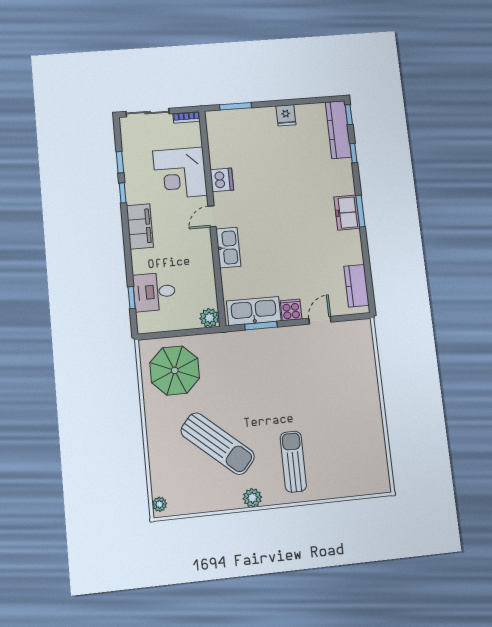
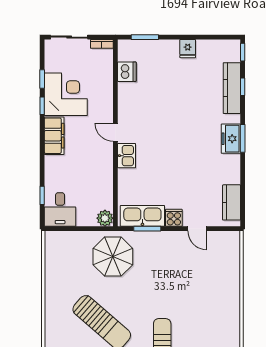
kitchen counter: (338, 130) -> (232, 88), moved
corner desk: (180, 173) -> (66, 94), moved, turned 180
dishwasher: (222, 180) -> (127, 72), moved
door: (212, 216) -> (115, 132), hinge flipped
kitchen sink: (228, 248) -> (127, 156), width x0.73
desk: (154, 292) -> (60, 210), moved, turned -90
door: (320, 320) -> (197, 229), swing flipped
parasol: (175, 370) -> (113, 257), moved

